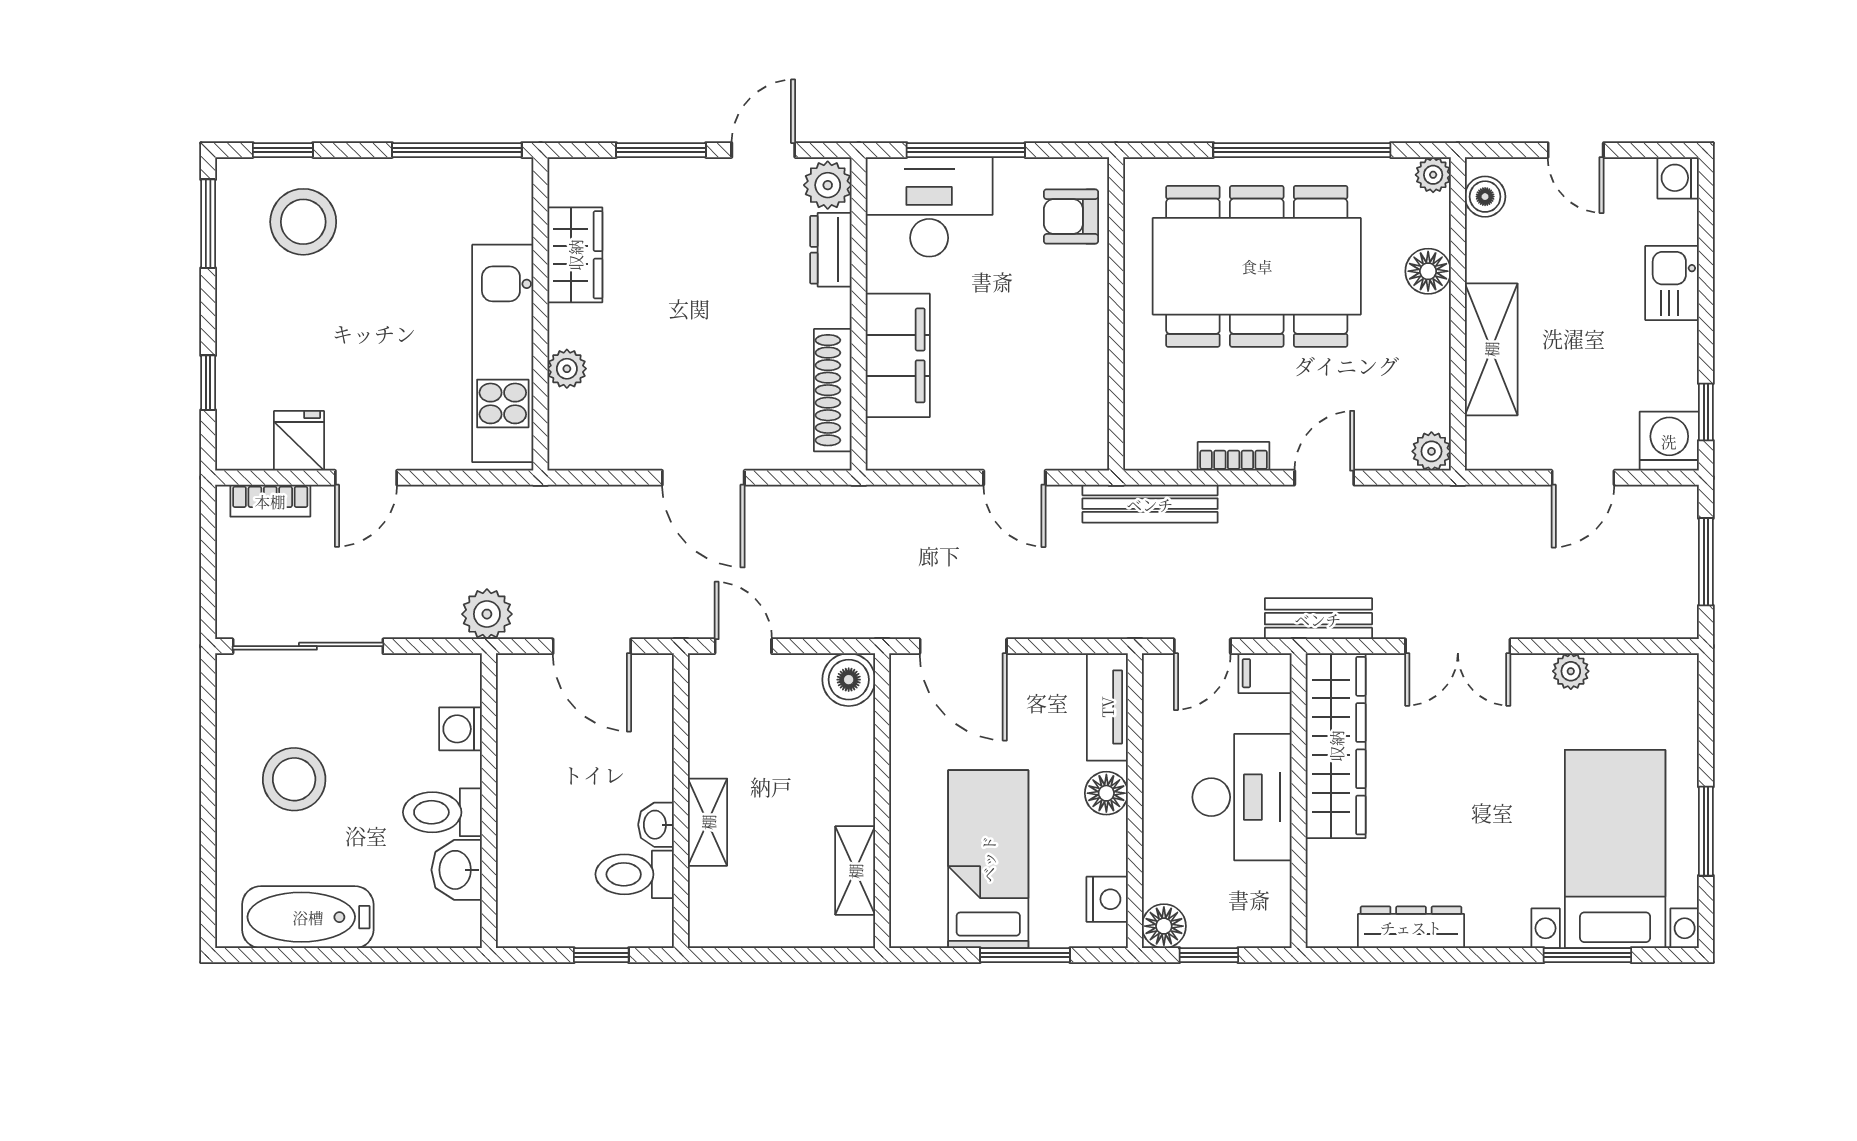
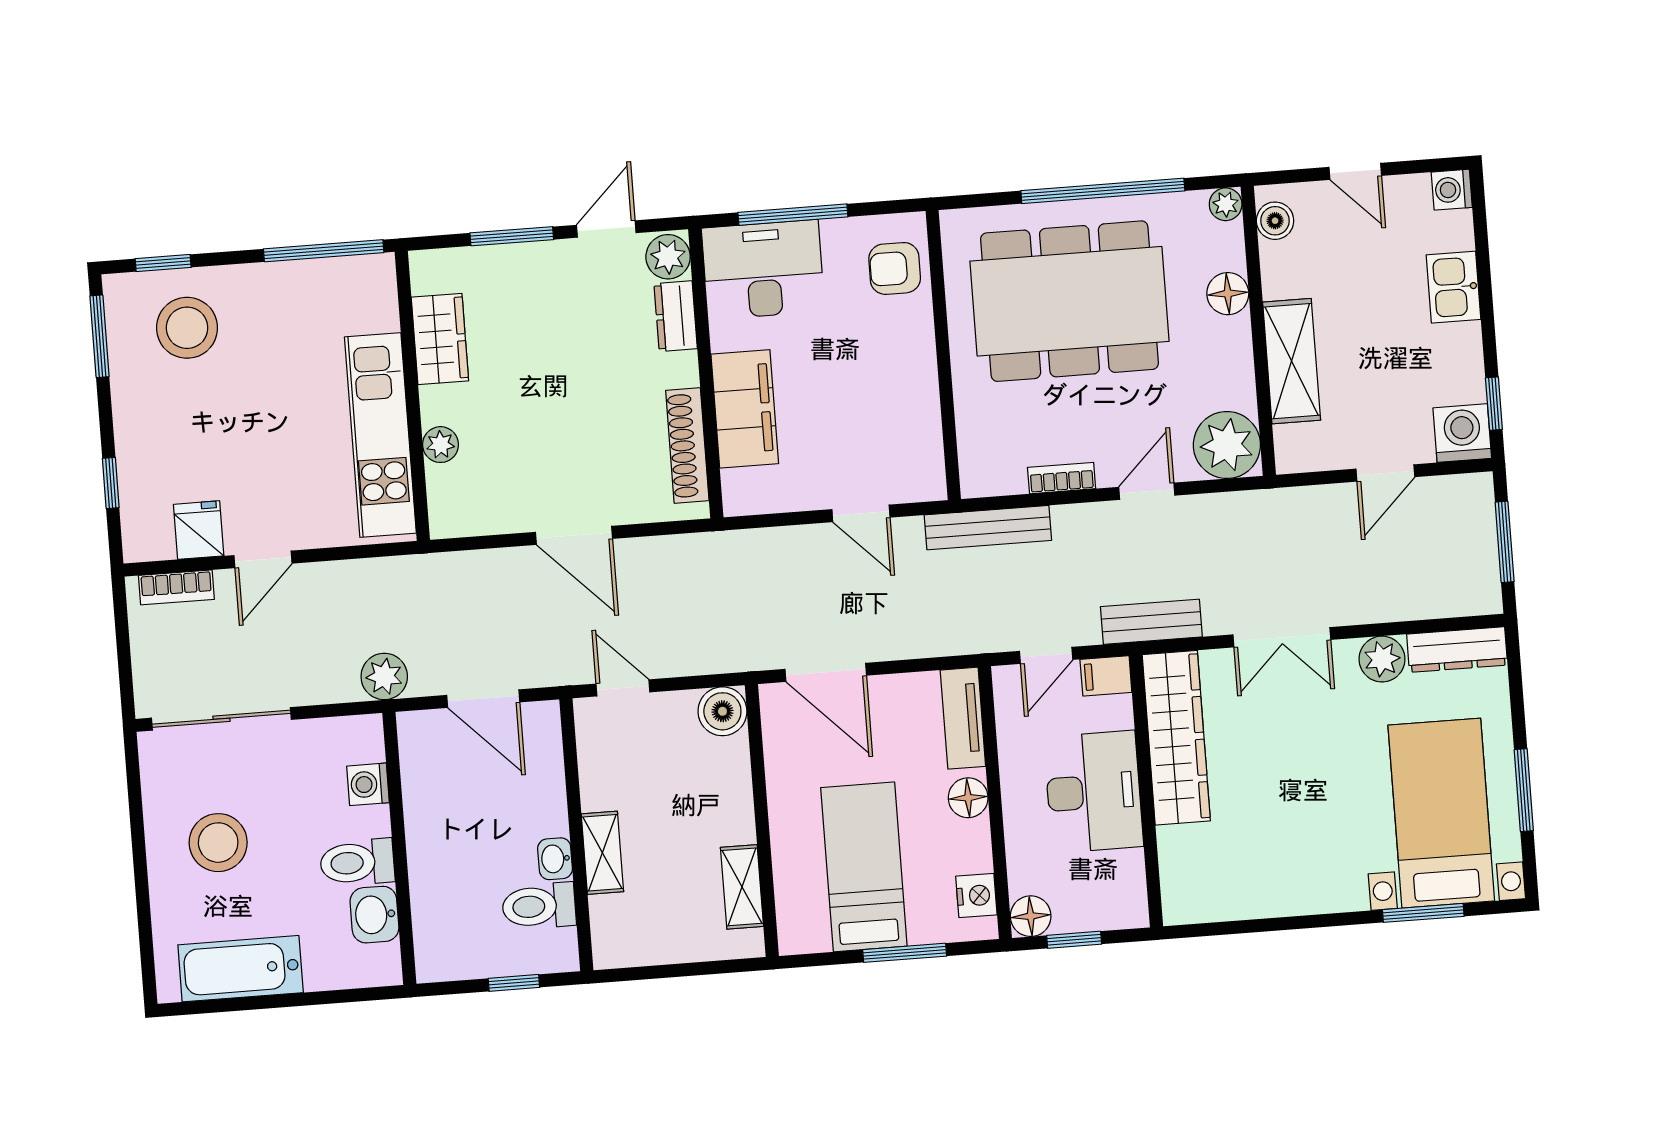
plant: (1431, 451) -> (1227, 445), width x1.88, depth x1.88
plant: (1571, 671) -> (1382, 659), width x1.38, depth x1.38
dresser: (1411, 927) -> (1457, 650), moved, turned 180

